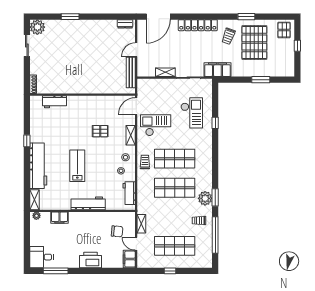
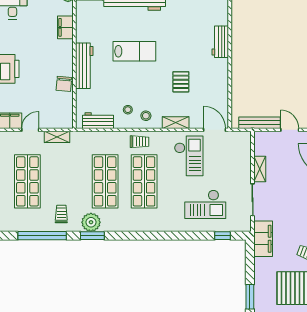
workbench: (55, 102) -> (220, 42), moved
window: (215, 123) -> (222, 236), moved
chair: (117, 231) -> (64, 84), moved

